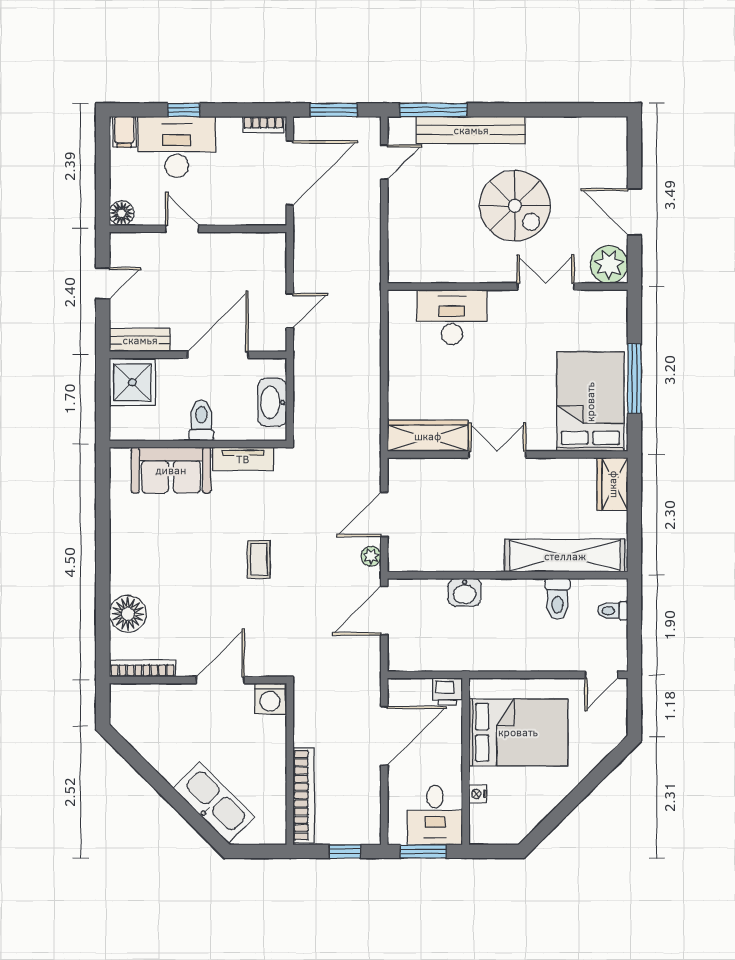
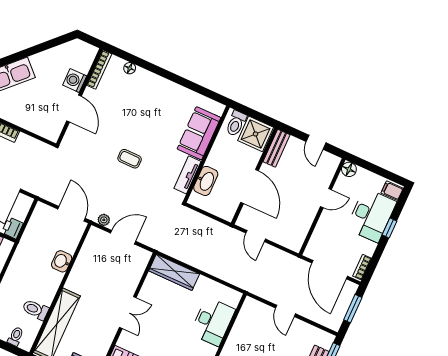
door: (384, 162) -> (286, 311), moved
washbasin: (272, 402) -> (206, 181), moved, turned 90
toilet: (201, 420) -> (236, 123), moved, turned 90
wardrobe: (428, 436) -> (174, 272), moved, turned 90
door: (384, 514) -> (123, 237), hinge flipped
floor lamp: (128, 614) -> (130, 68), width x0.53, depth x0.53
washing machine: (270, 699) -> (75, 81), moved

